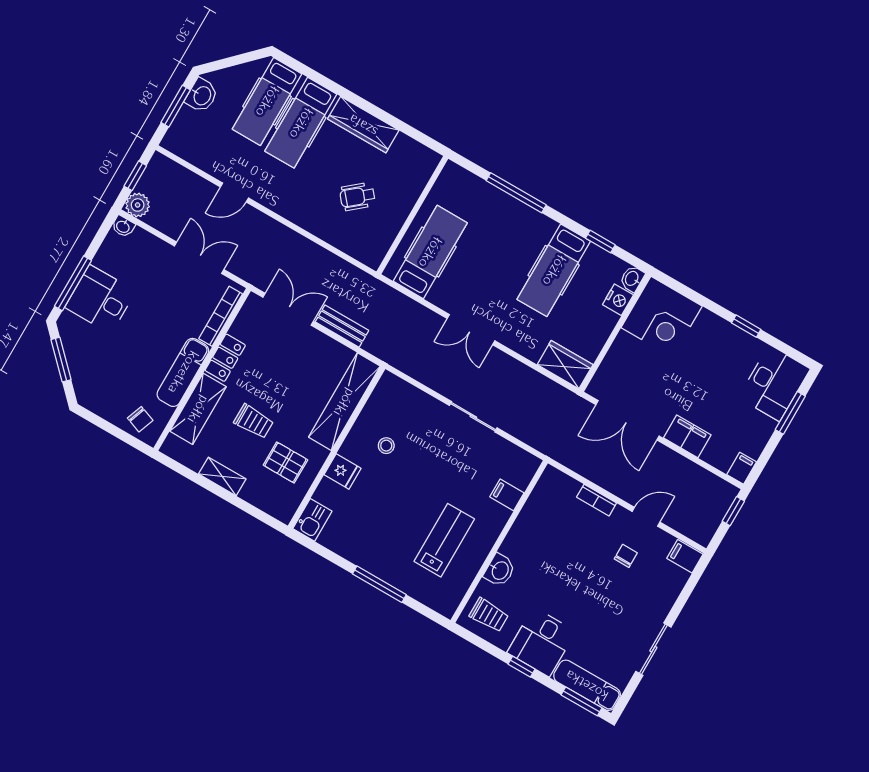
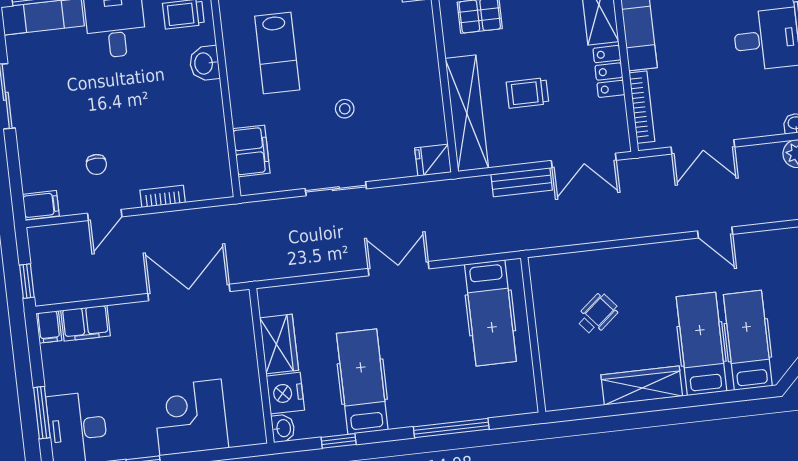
door: (234, 192) -> (715, 233), swing flipped
nightstand: (618, 300) -> (285, 393), width x1.36, depth x1.33
corner desk: (662, 317) -> (190, 417), moved
wardrobe: (565, 365) -> (279, 344), moved, turned -90
trolley: (254, 421) -> (528, 93), moved
filing cabinet: (687, 436) -> (85, 323), moved
stool: (386, 446) -> (345, 109), moved
fridge: (343, 472) -> (433, 160), moved
filing cabinet: (507, 495) -> (251, 151), width x2.00

